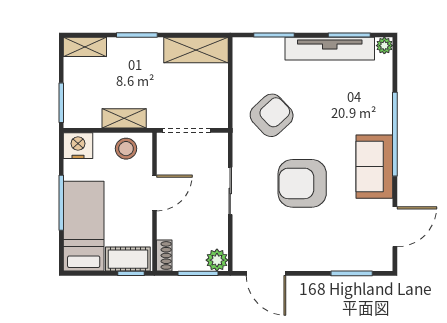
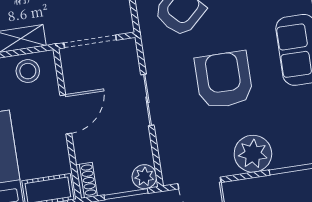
armchair: (302, 183) -> (224, 80), turned 90
plant: (318, 254) -> (253, 154), added

